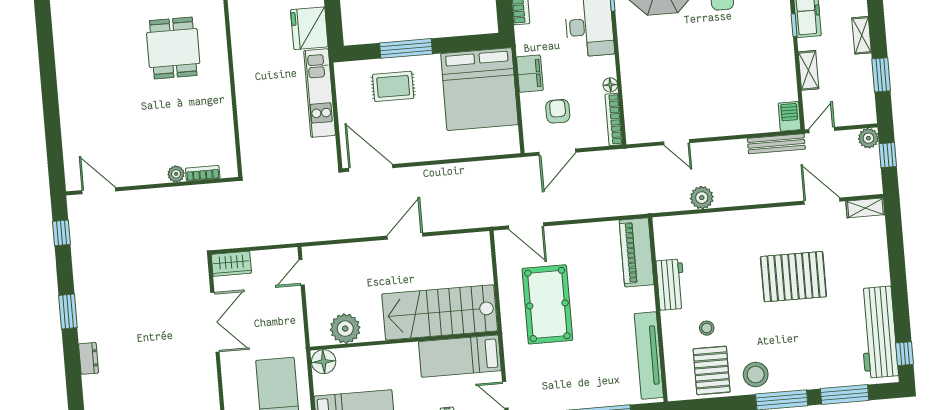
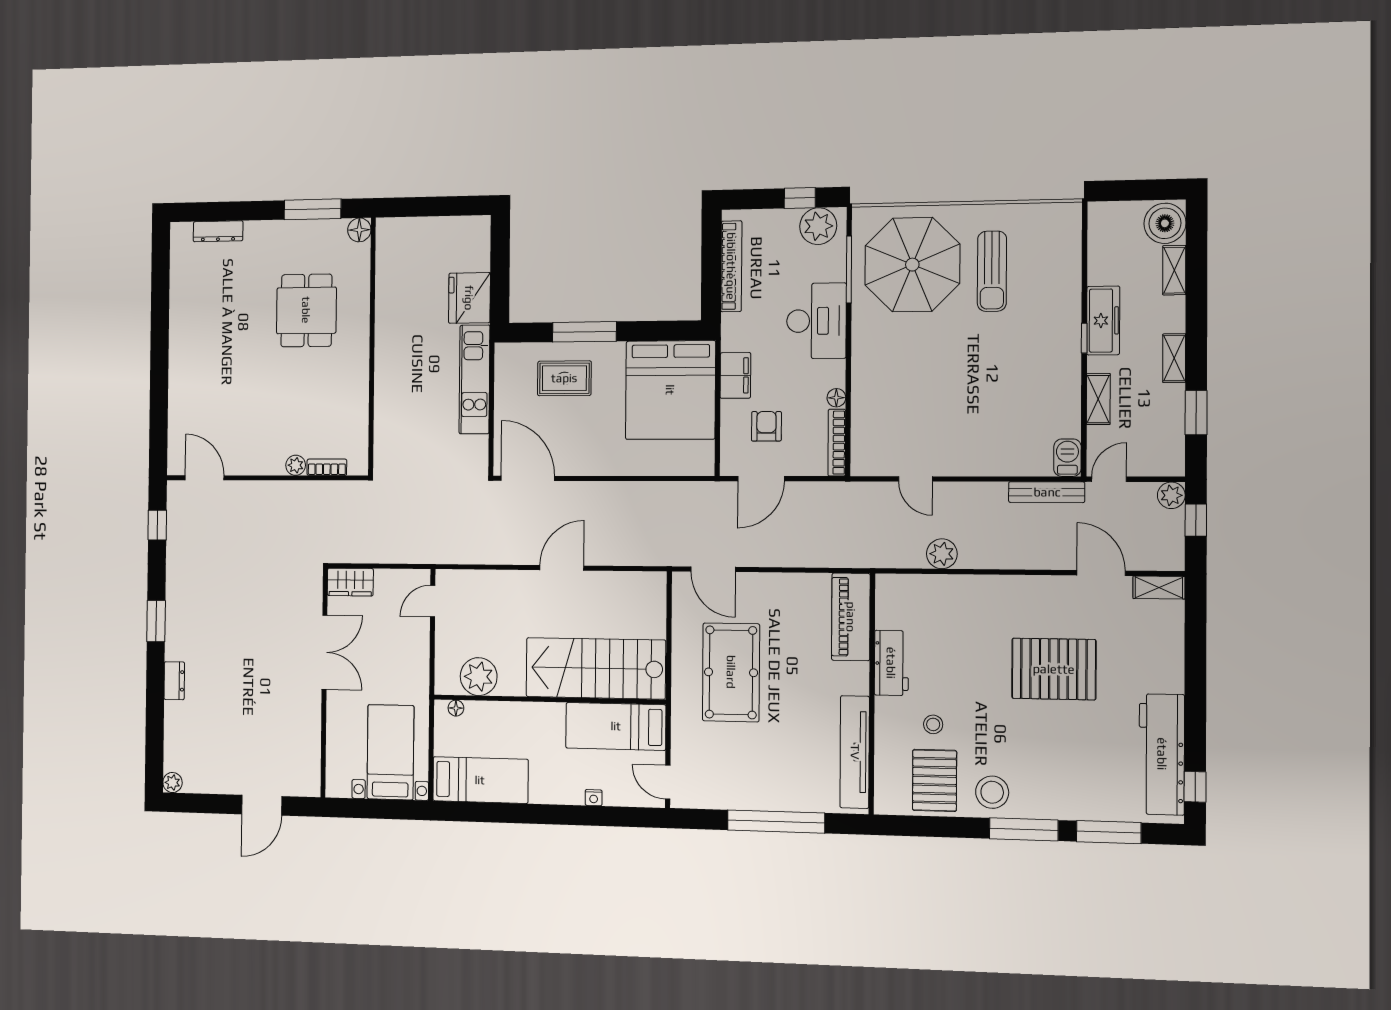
floor lamp: (324, 362) -> (456, 708), width x0.53, depth x0.53

